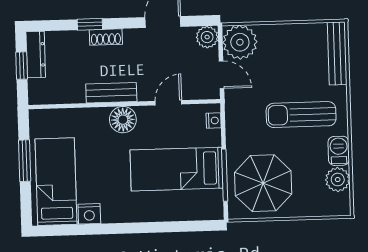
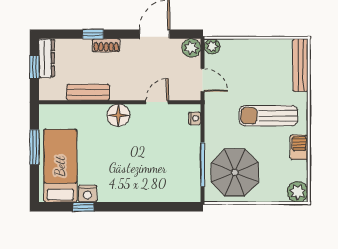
plant: (240, 42) -> (212, 46), width x0.53, depth x0.53
bench: (111, 93) -> (88, 92), moved
bed: (176, 169) -> (162, 158), removed
plant: (338, 180) -> (298, 192), moved
window: (85, 229) -> (83, 207), added

